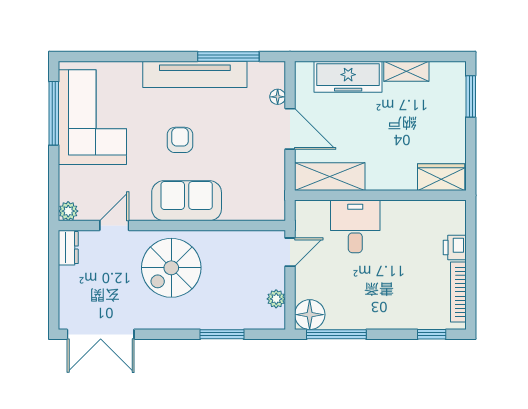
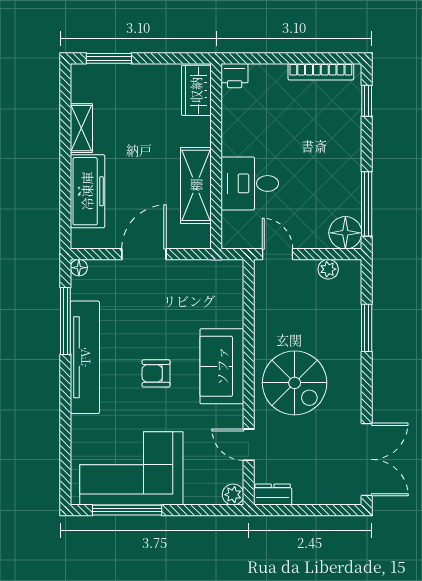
floor lamp: (278, 97) -> (79, 268), moved
shelving: (330, 177) -> (196, 185), moved
printer: (455, 248) -> (235, 76), moved

